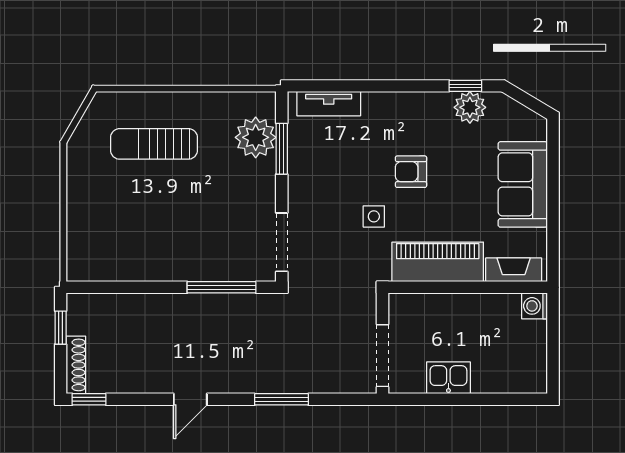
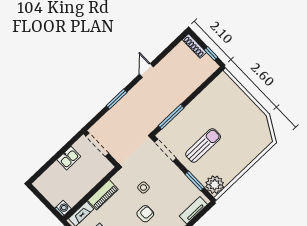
plant: (256, 137) -> (215, 185), moved
sun lounger: (154, 144) -> (203, 145), moved
piano: (438, 262) -> (103, 195), width x0.73, depth x0.75
window: (89, 399) -> (179, 39), removed

